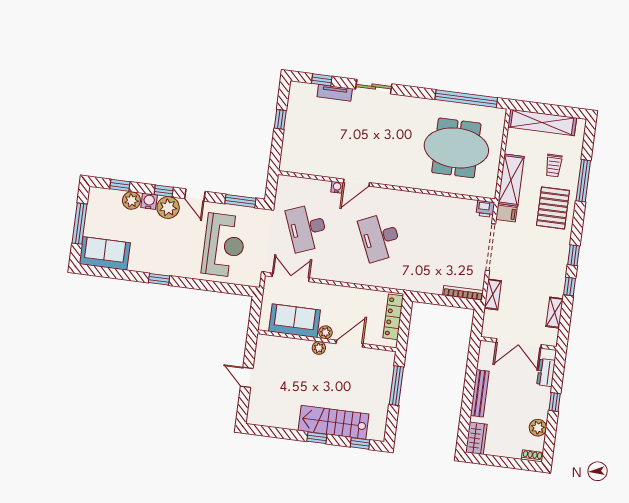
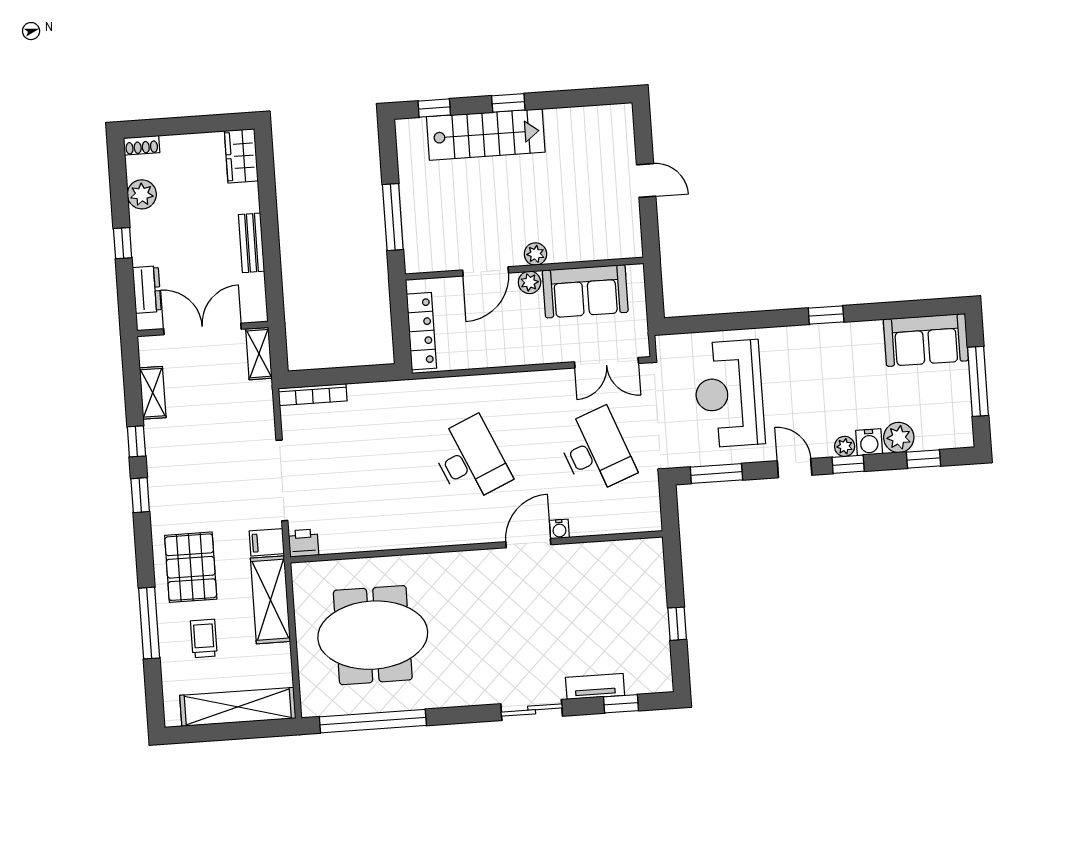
plant: (168, 207) -> (845, 446), width x0.53, depth x0.53
shelving: (493, 294) -> (259, 354), moved
bench: (480, 393) -> (251, 243), width x0.73

